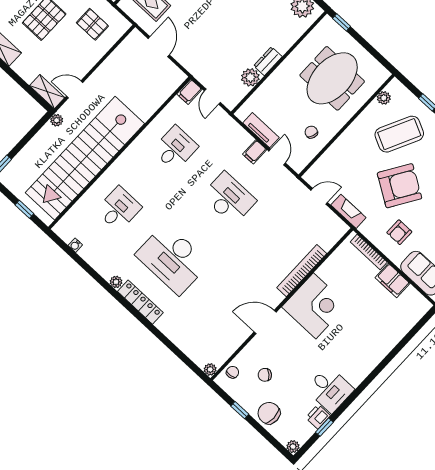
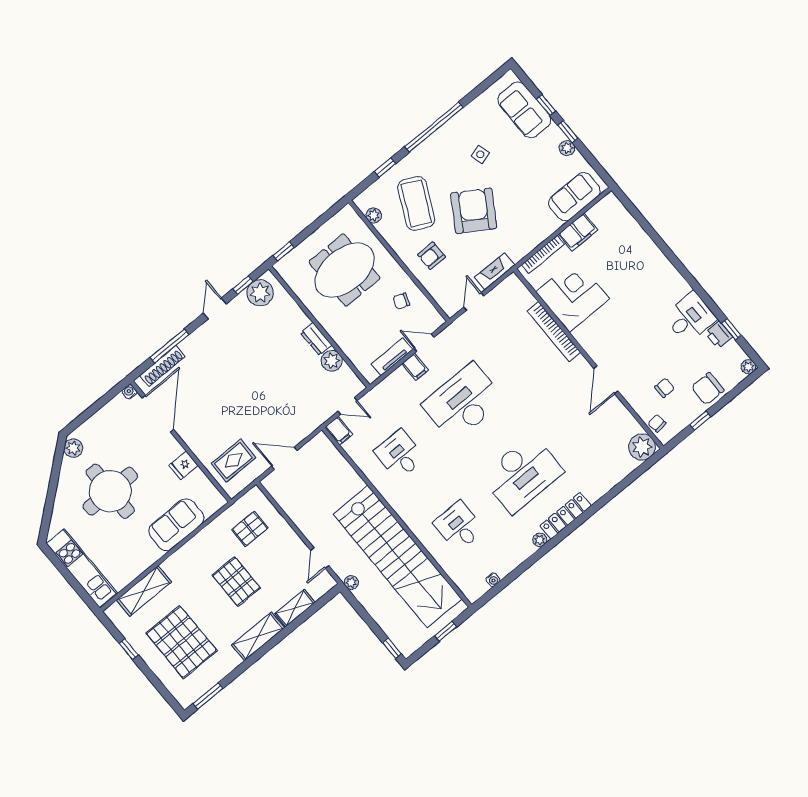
meeting table: (332, 78) -> (345, 270), turned 90
shelving: (47, 92) -> (295, 608), moved
desk: (229, 198) -> (463, 402), width x1.36, depth x1.30
armchair: (399, 232) -> (432, 256), moved, turned 90
corner desk: (315, 306) -> (573, 295), moved
plant: (210, 369) -> (642, 447), width x1.88, depth x1.88
chair: (265, 375) -> (665, 388), turned -133

